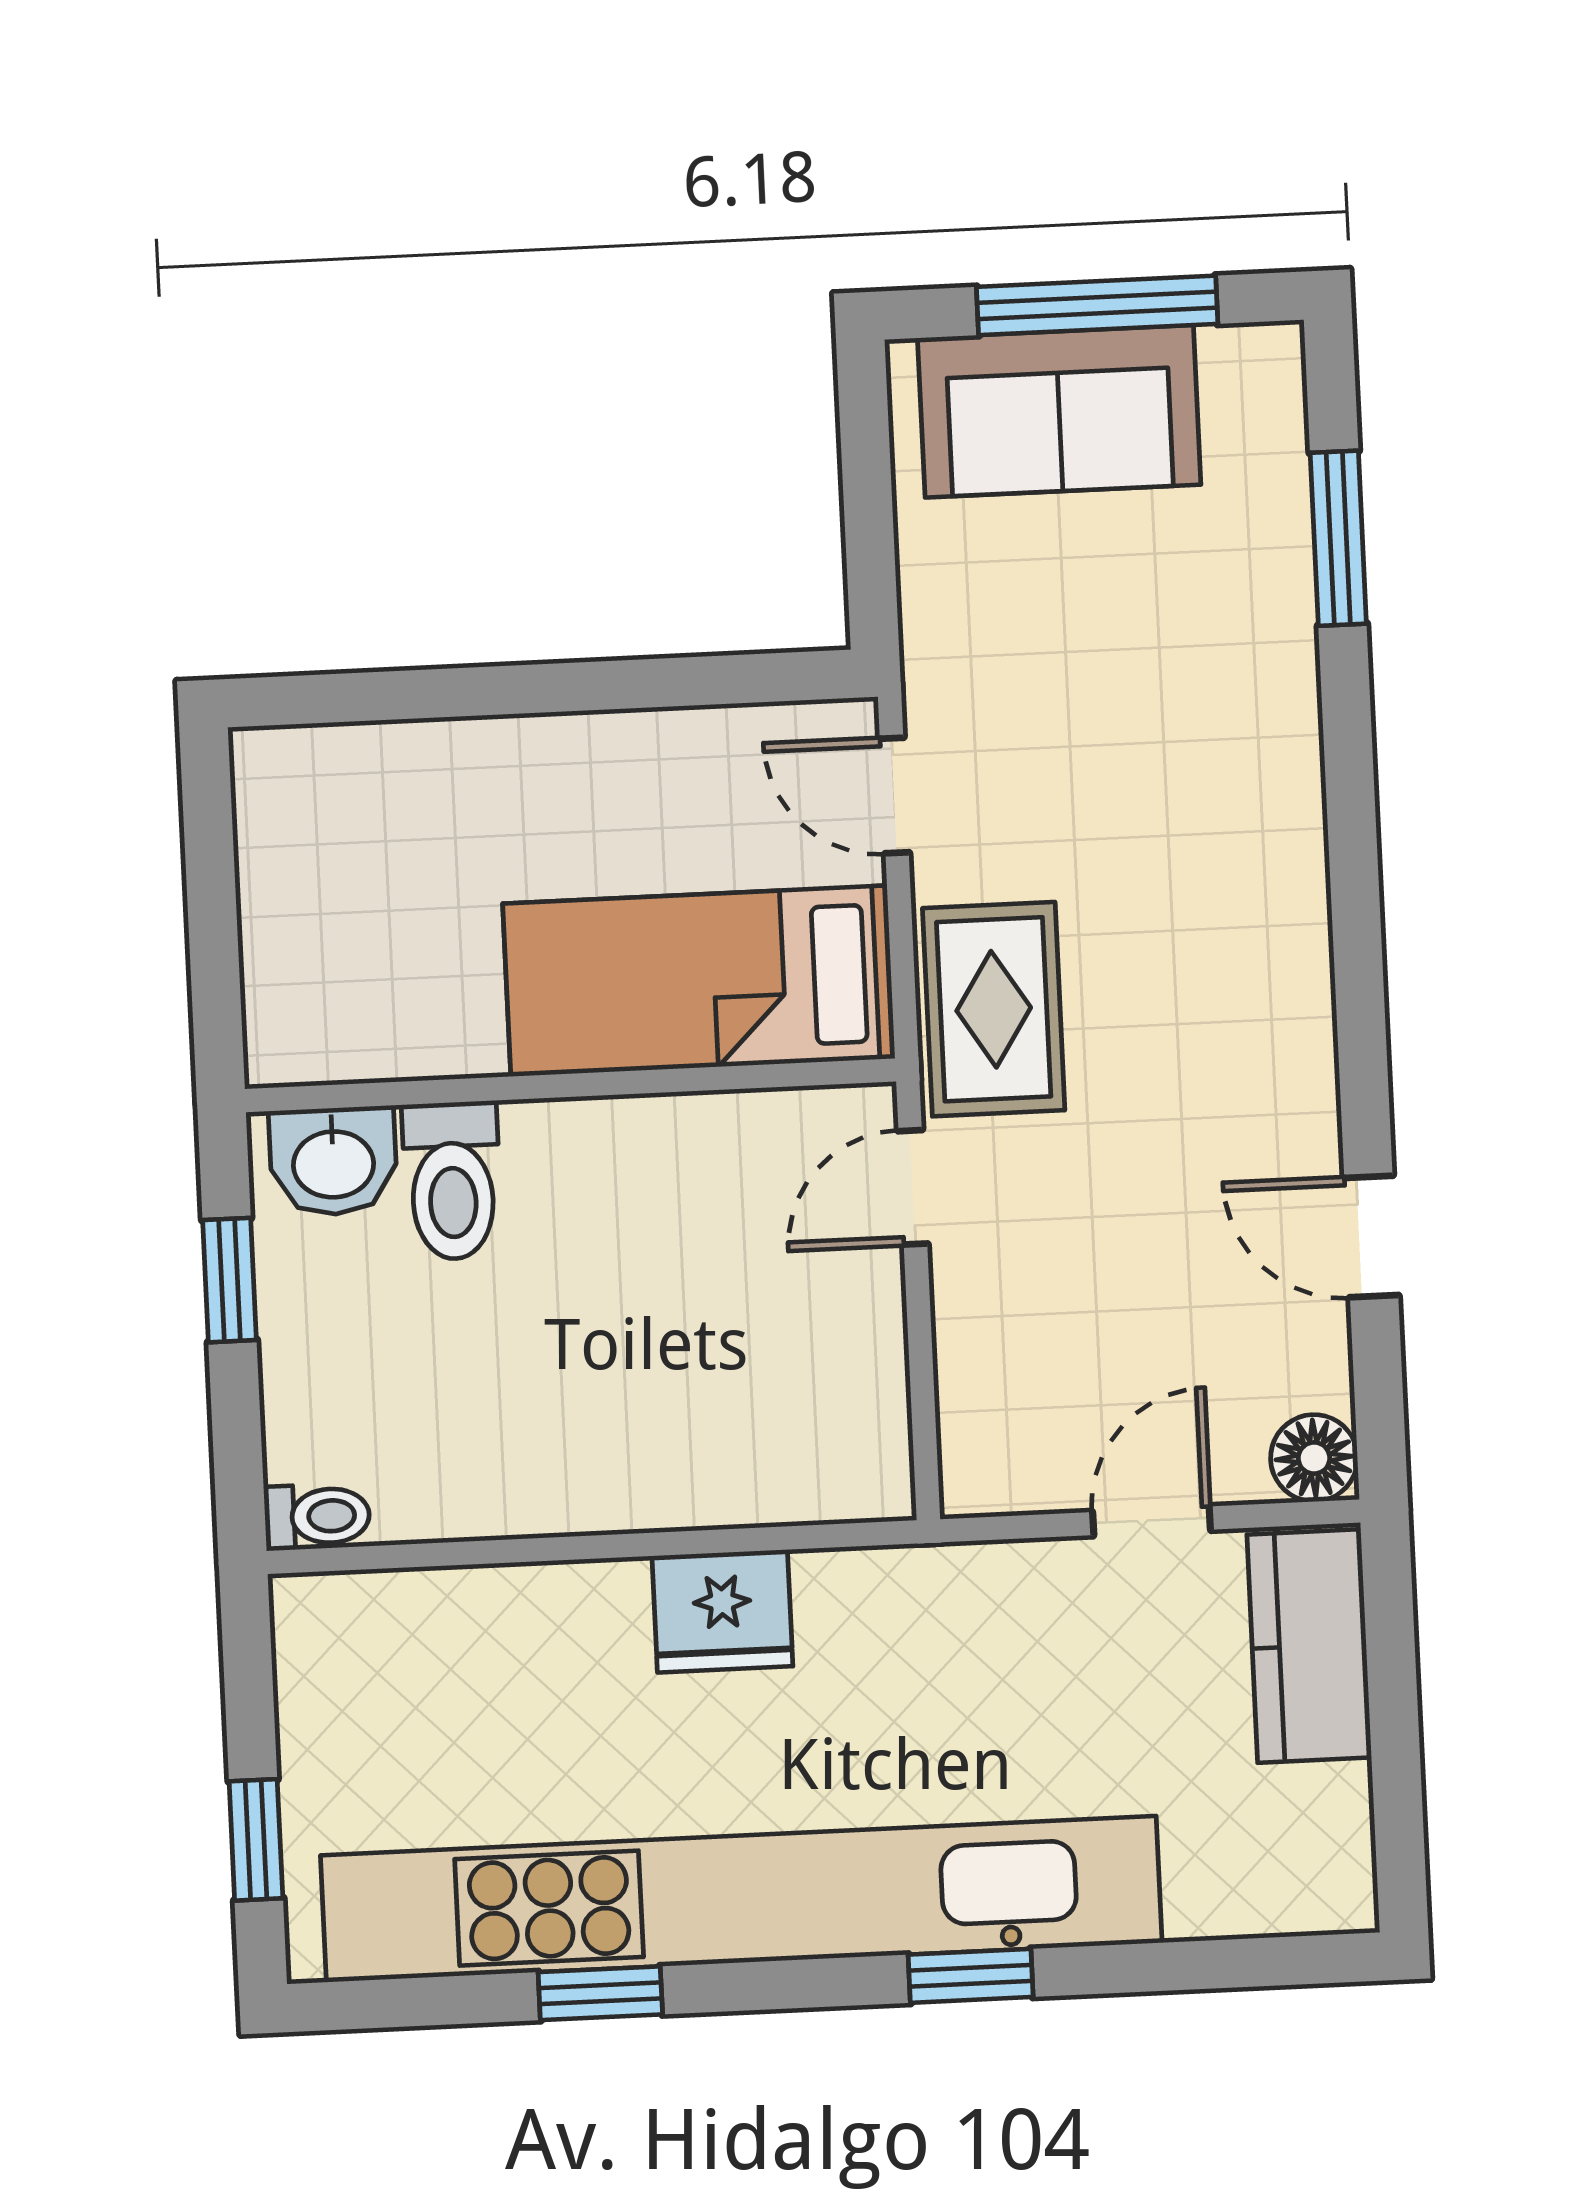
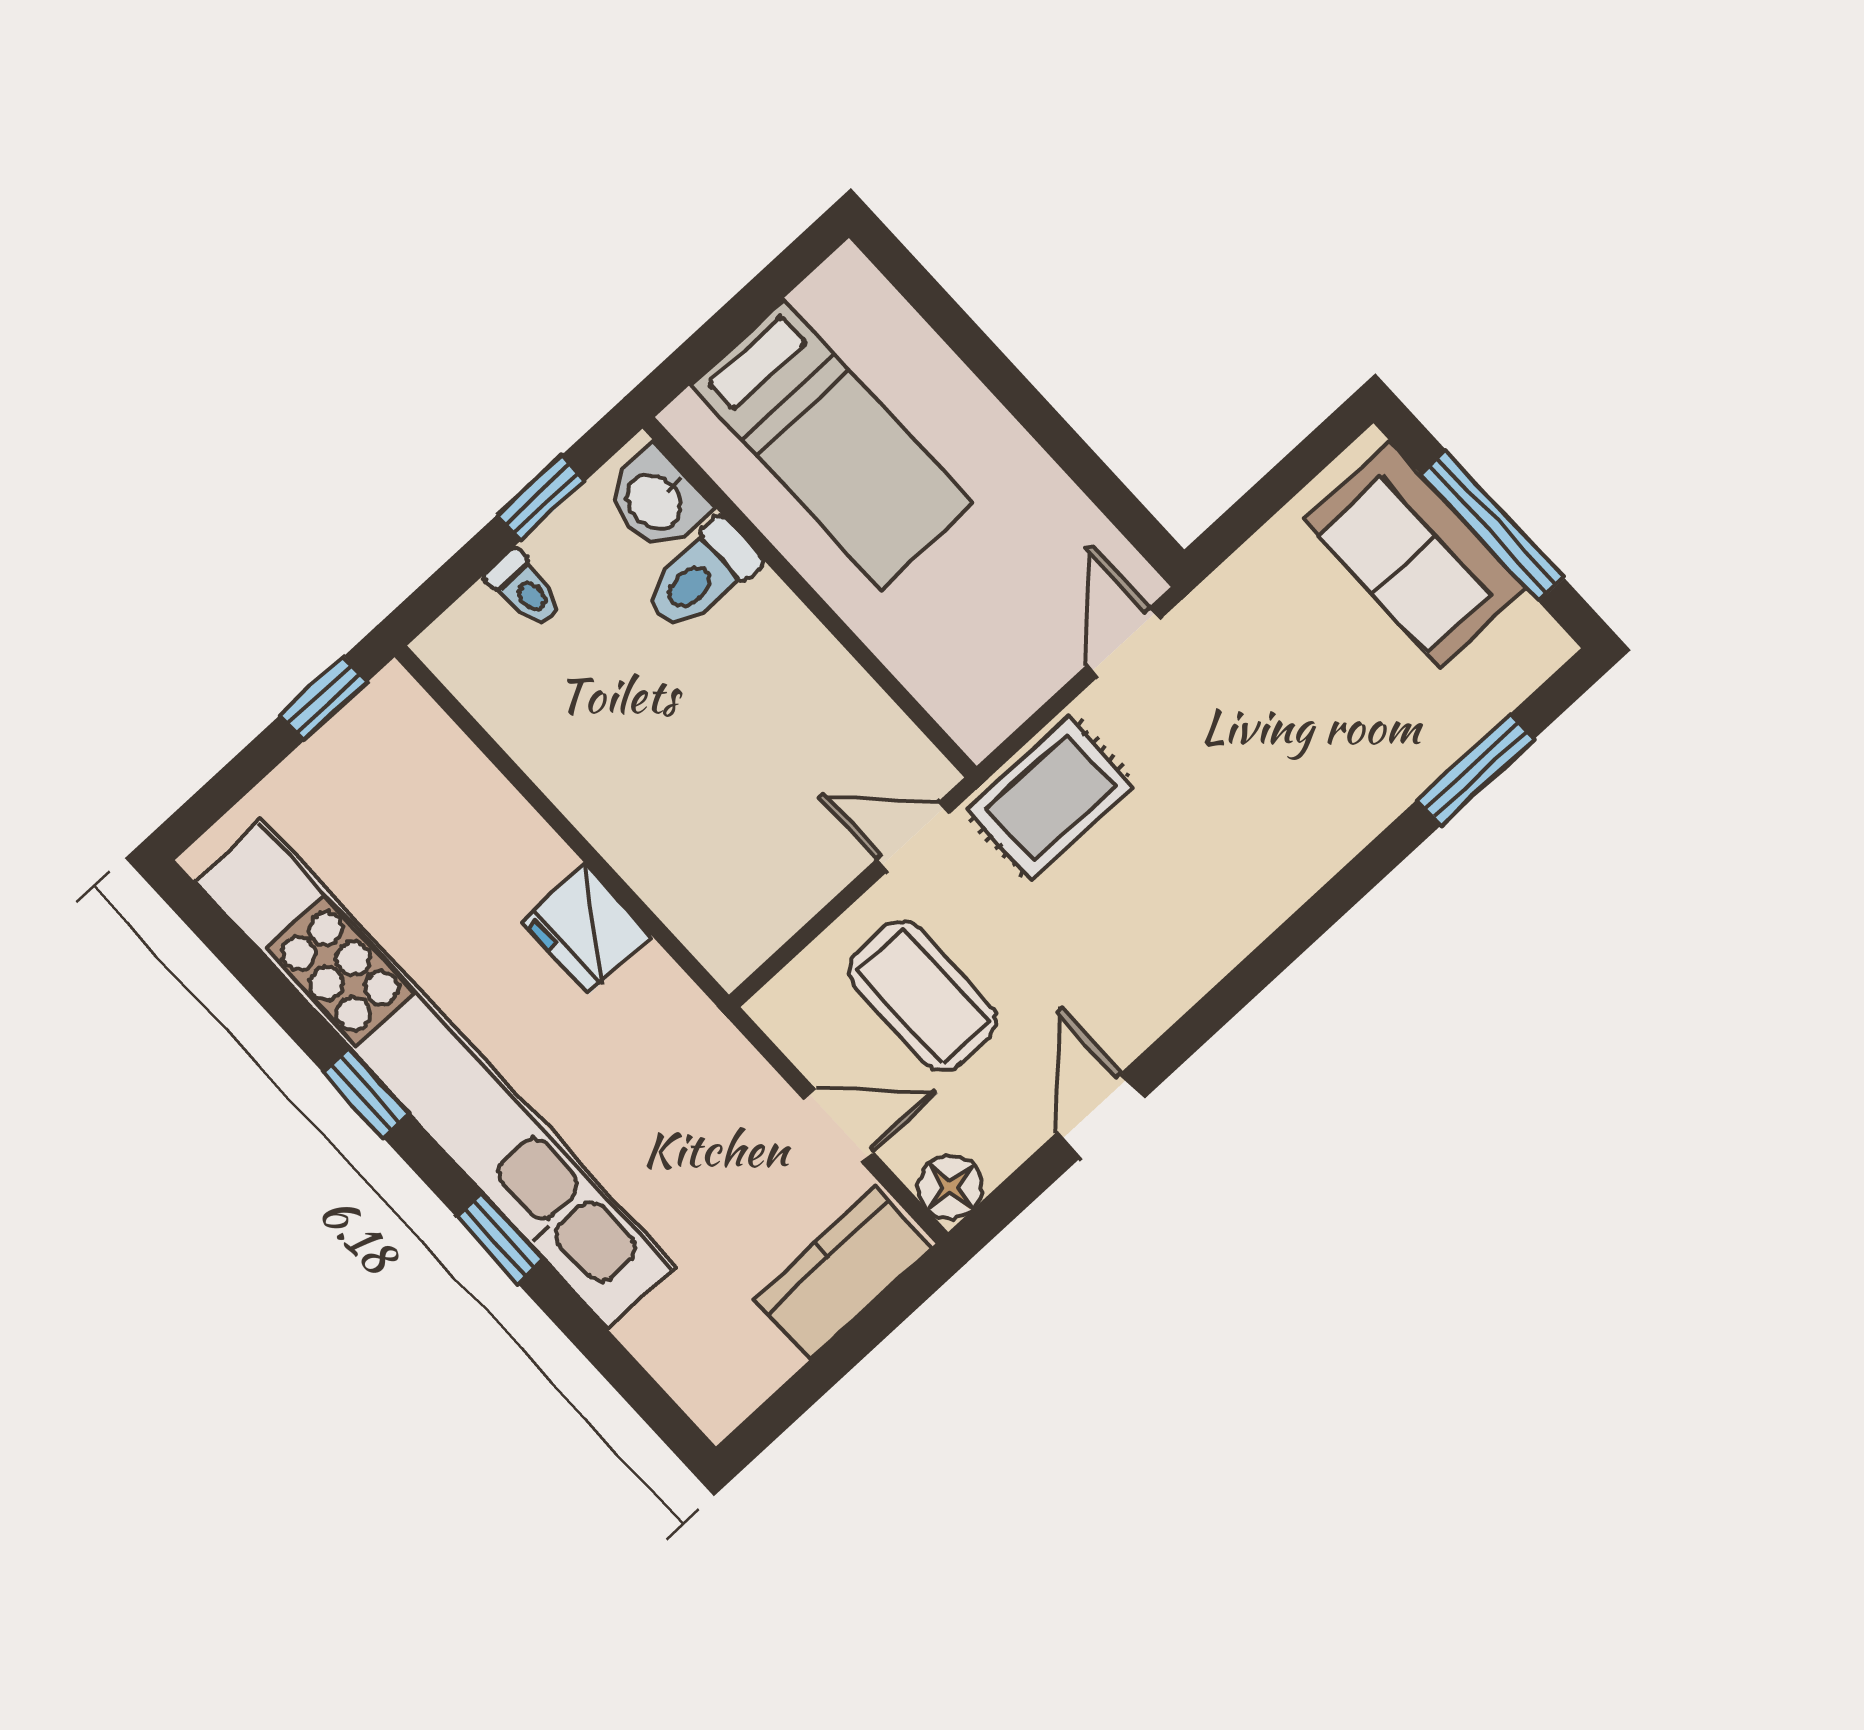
bed: (699, 981) -> (832, 444), moved, turned 180
coffee table: (1088, 1318) -> (922, 996), added
toilet: (317, 1516) -> (524, 589), moved
window: (256, 1840) -> (324, 698), moved
window: (600, 1993) -> (366, 1093), moved

